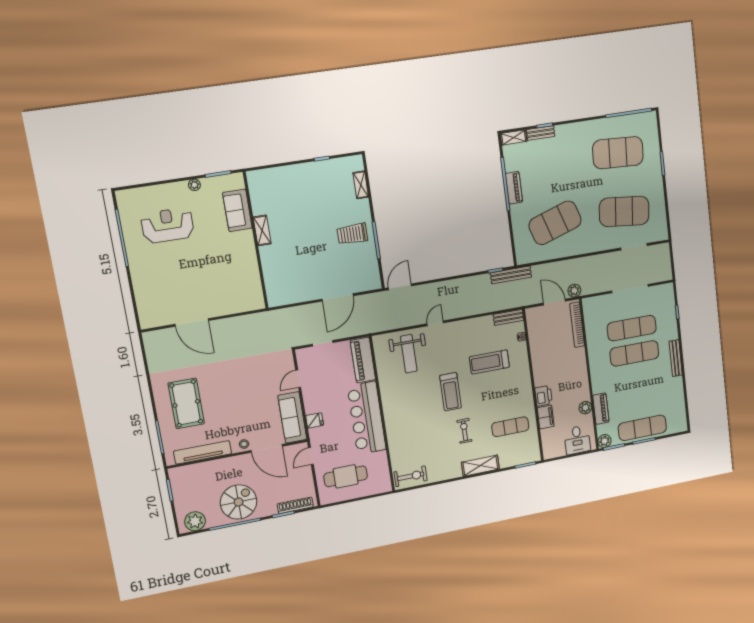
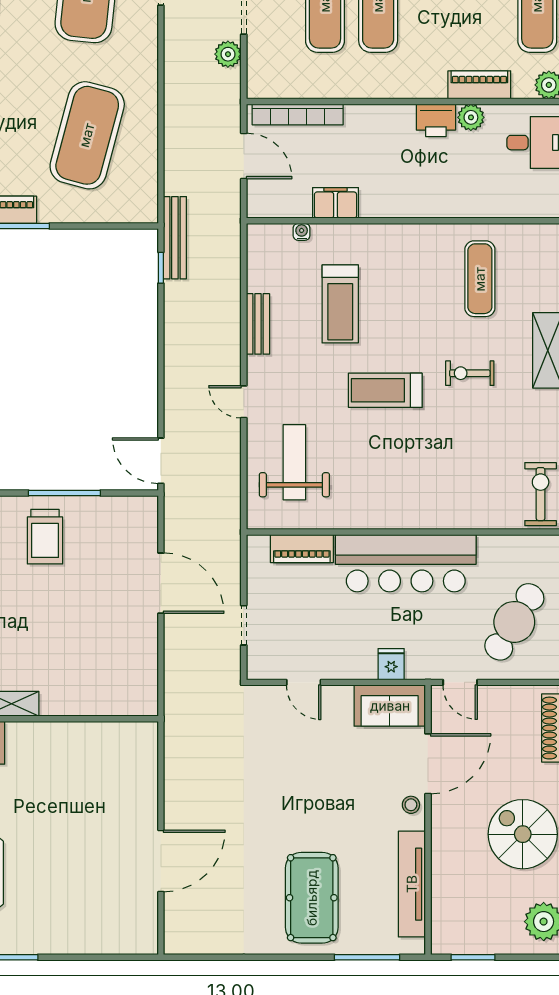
exercise mat: (555, 223) -> (87, 135), turned 33
plant: (574, 291) -> (228, 54), moved
door: (554, 302) -> (244, 156), swing flipped
bench: (508, 317) -> (258, 324), moved
weight bench: (409, 354) -> (294, 462), turned -90
piano: (363, 360) -> (302, 549), width x0.73, depth x0.75
treadmill: (450, 392) -> (385, 390), turned 180
printer: (543, 396) -> (436, 120), moved, turned 180
pool table: (186, 403) -> (312, 898), turned 90
sofa: (292, 417) -> (390, 706), width x0.73
filing cabinet: (546, 417) -> (336, 203), moved
cafe table: (346, 476) -> (514, 622), turned 32

